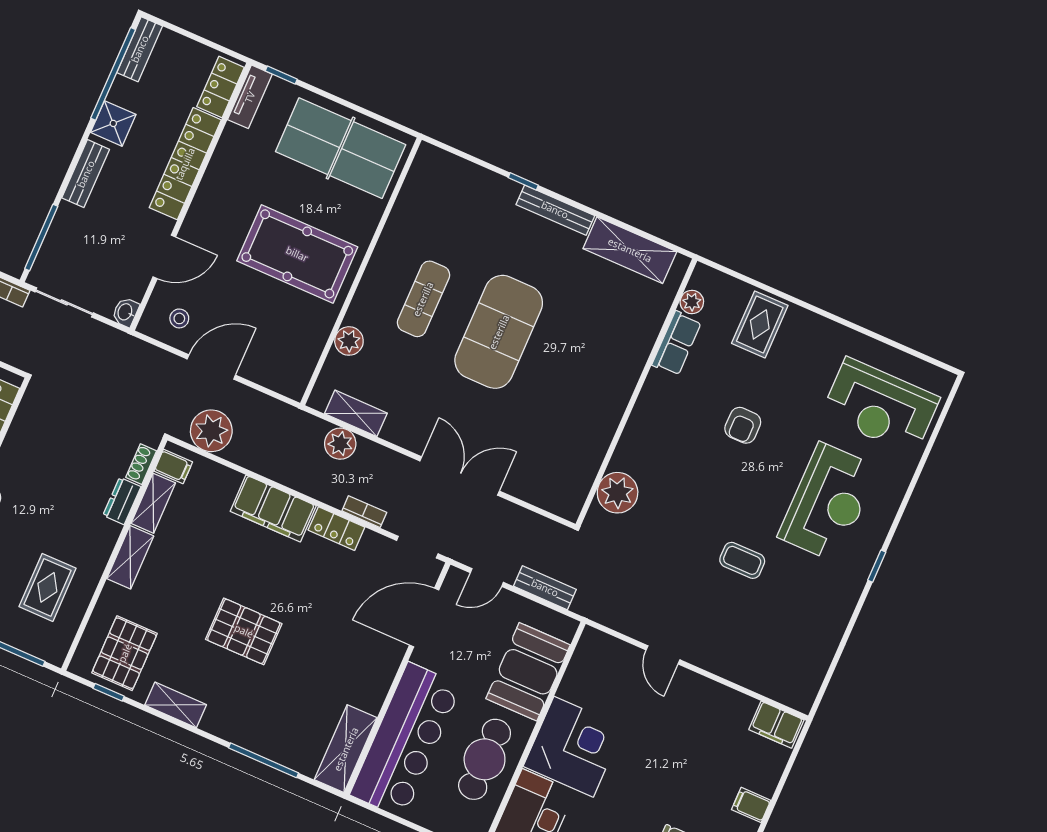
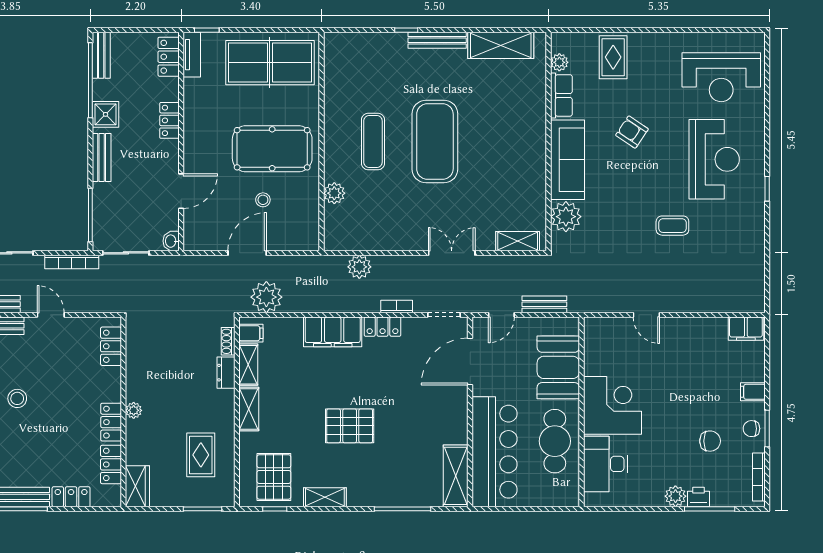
locker: (185, 164) -> (169, 120), width x0.46, depth x0.83
stool: (179, 318) -> (263, 200), moved
shelving: (356, 413) -> (518, 241), moved
sofa: (650, 425) -> (567, 160), added
armchair: (743, 425) -> (632, 132), turned 124
double door: (460, 476) -> (452, 253), width x0.73

